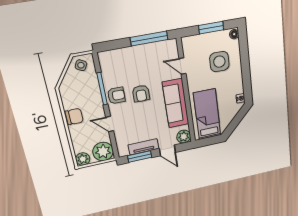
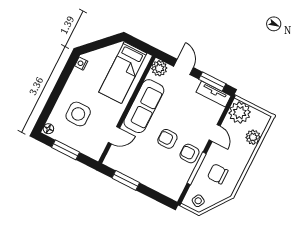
window: (149, 39) -> (126, 180), width x0.69
door: (183, 66) -> (114, 135), hinge flipped
armchair: (141, 93) -> (167, 139), turned -90
chair: (74, 117) -> (218, 174), moved
tv unit: (143, 147) -> (213, 94), moved
plant: (83, 159) -> (253, 137), moved

